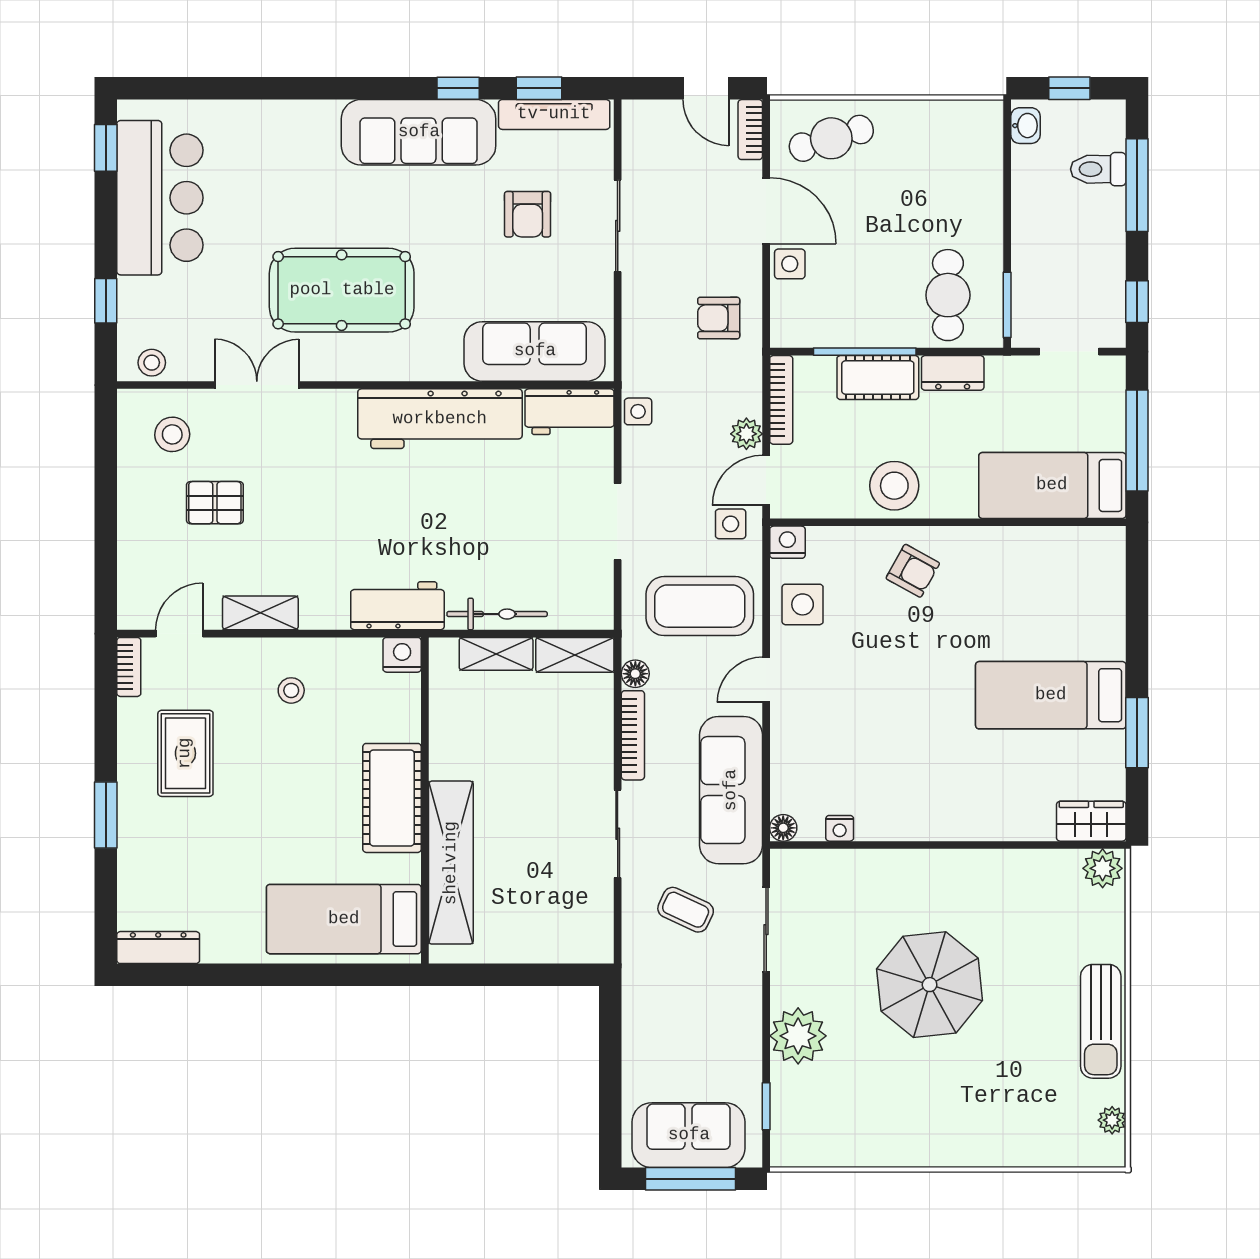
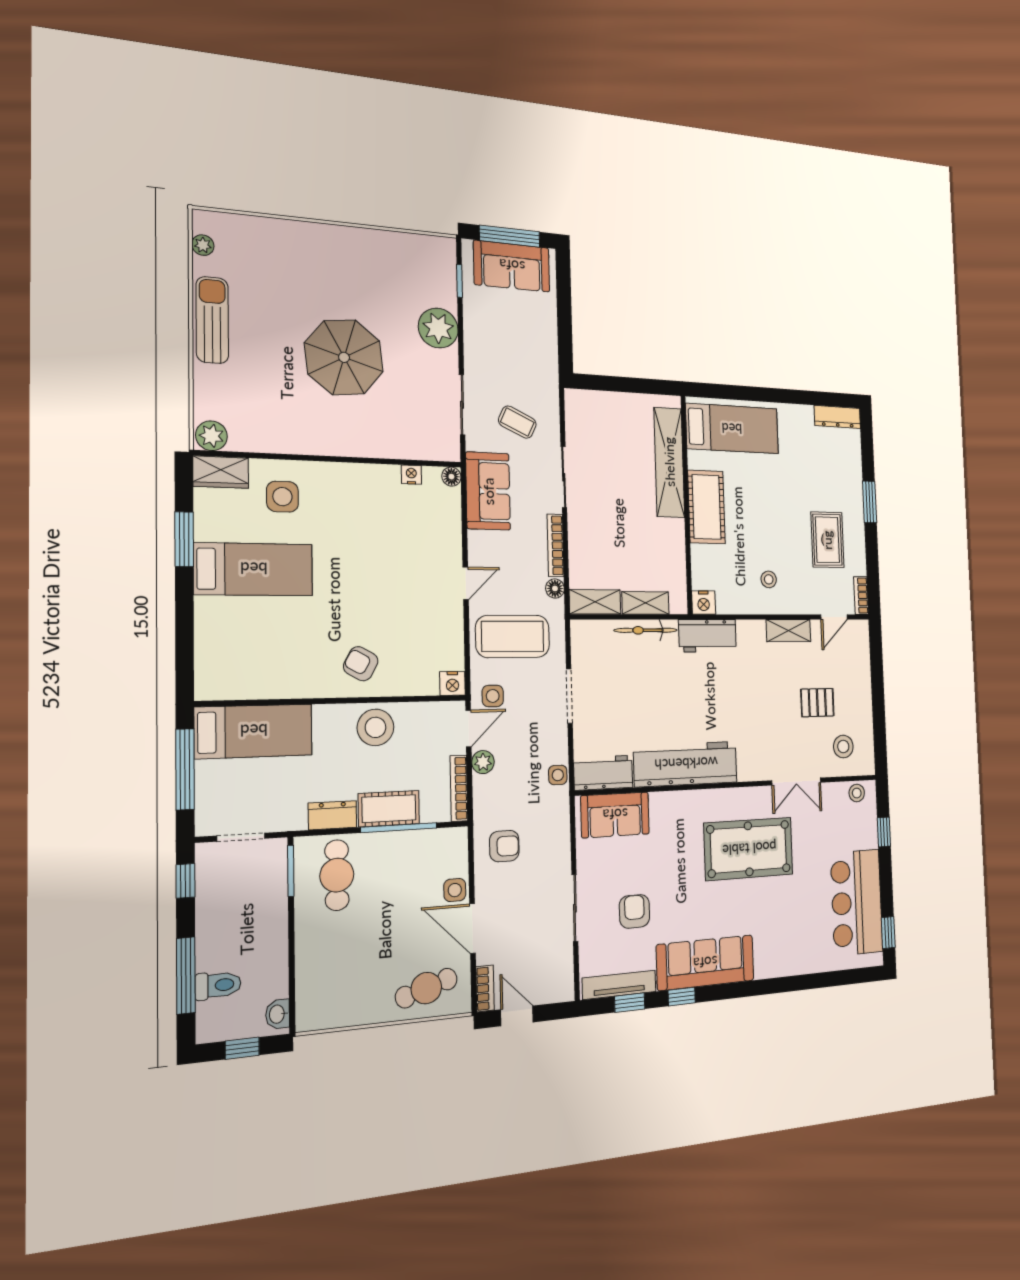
sofa: (535, 351) -> (615, 815), width x0.73
side table: (803, 604) -> (282, 497), moved
sofa: (731, 790) -> (488, 491), width x0.73

